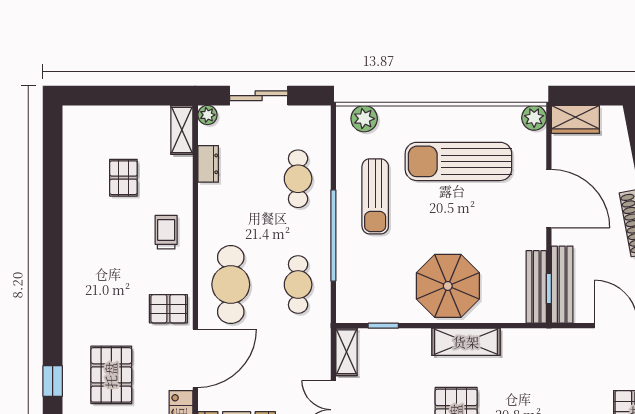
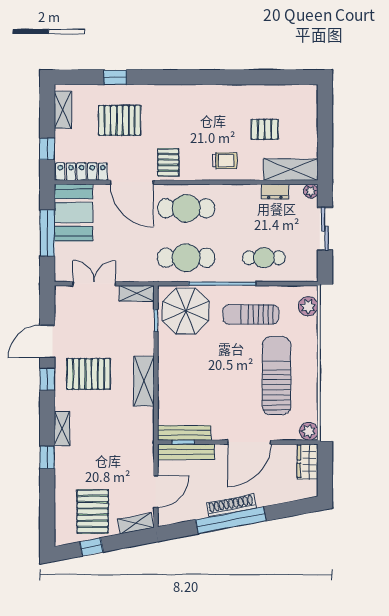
shelving: (182, 130) -> (291, 170), width x1.50, depth x1.33
cafe table: (298, 285) -> (186, 258), width x1.37, depth x1.35
parasol: (448, 286) -> (186, 311), moved

